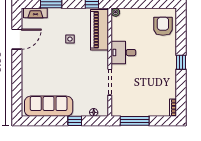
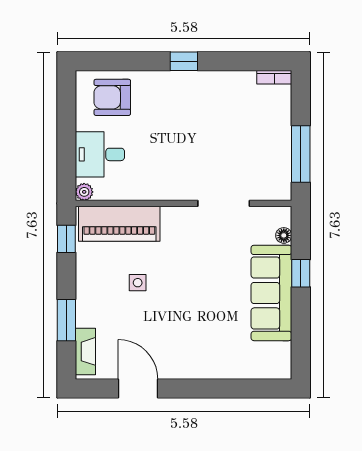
desk: (123, 53) -> (100, 154), moved, turned 90
sofa: (49, 106) -> (271, 293), moved

